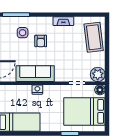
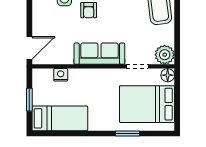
sofa: (35, 74) -> (99, 54), moved
nightstand: (37, 90) -> (61, 75), moved

